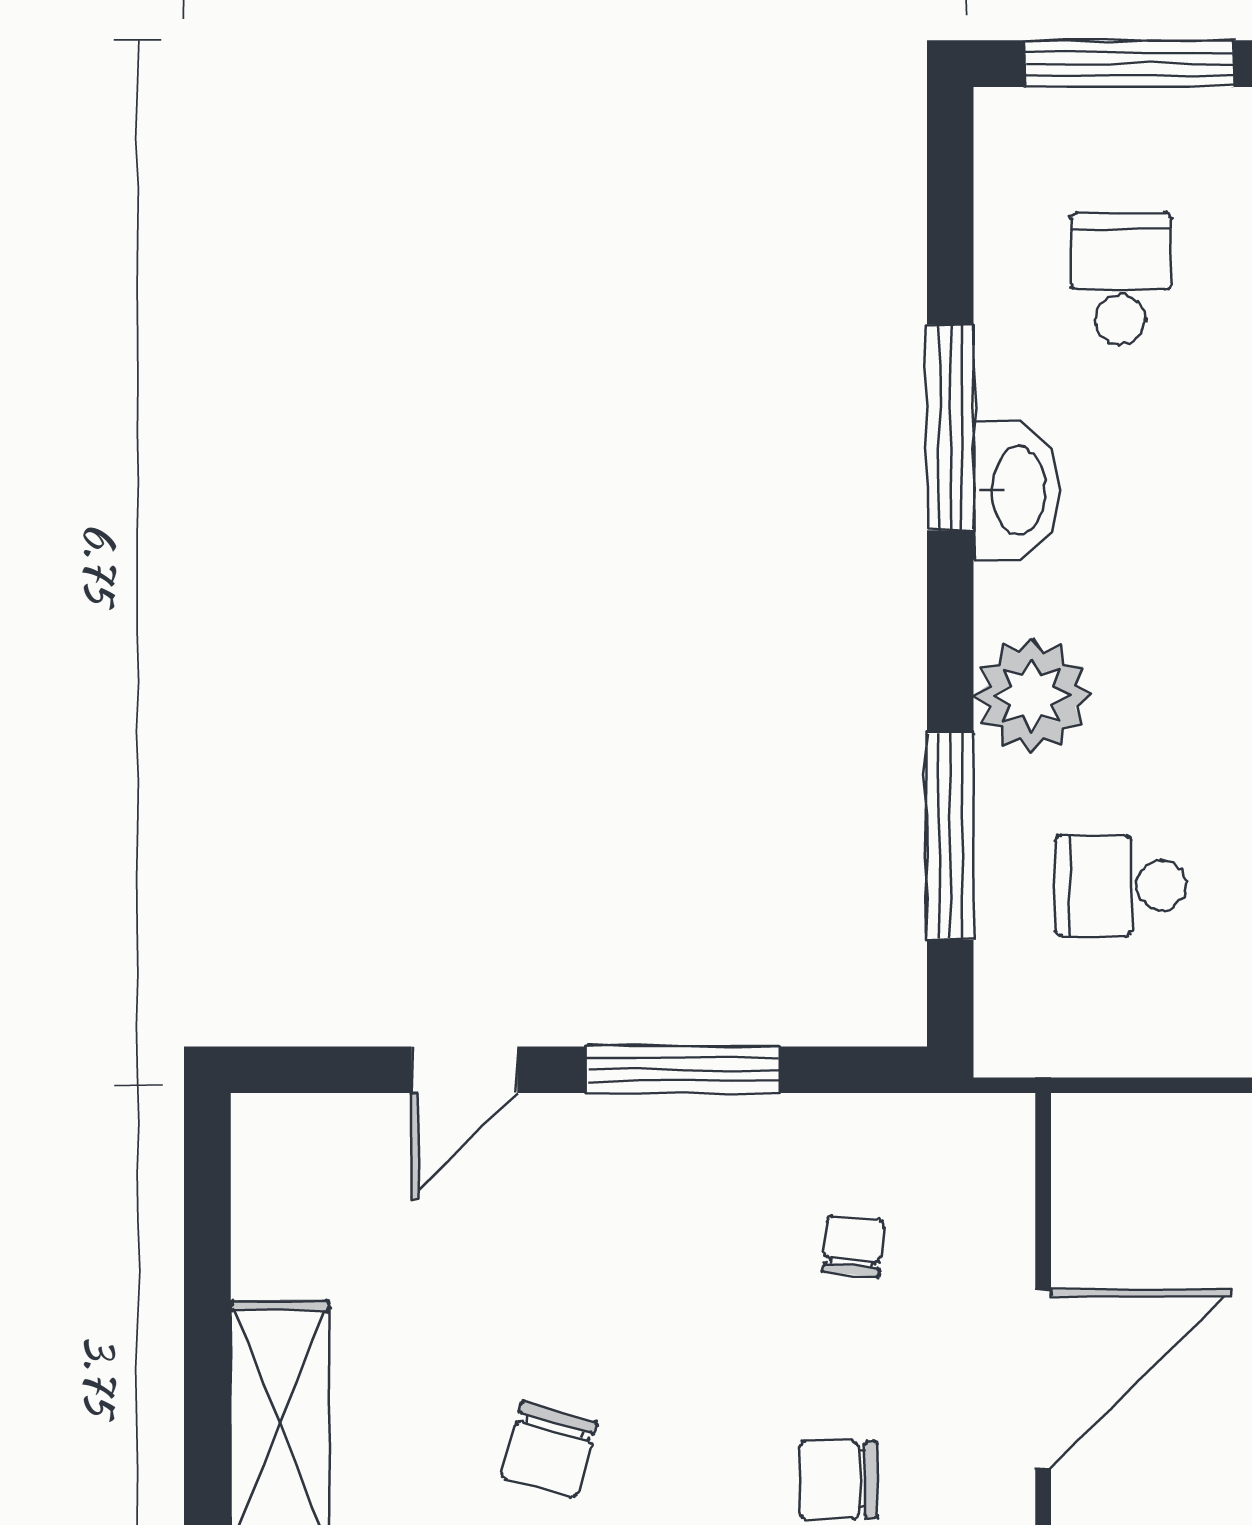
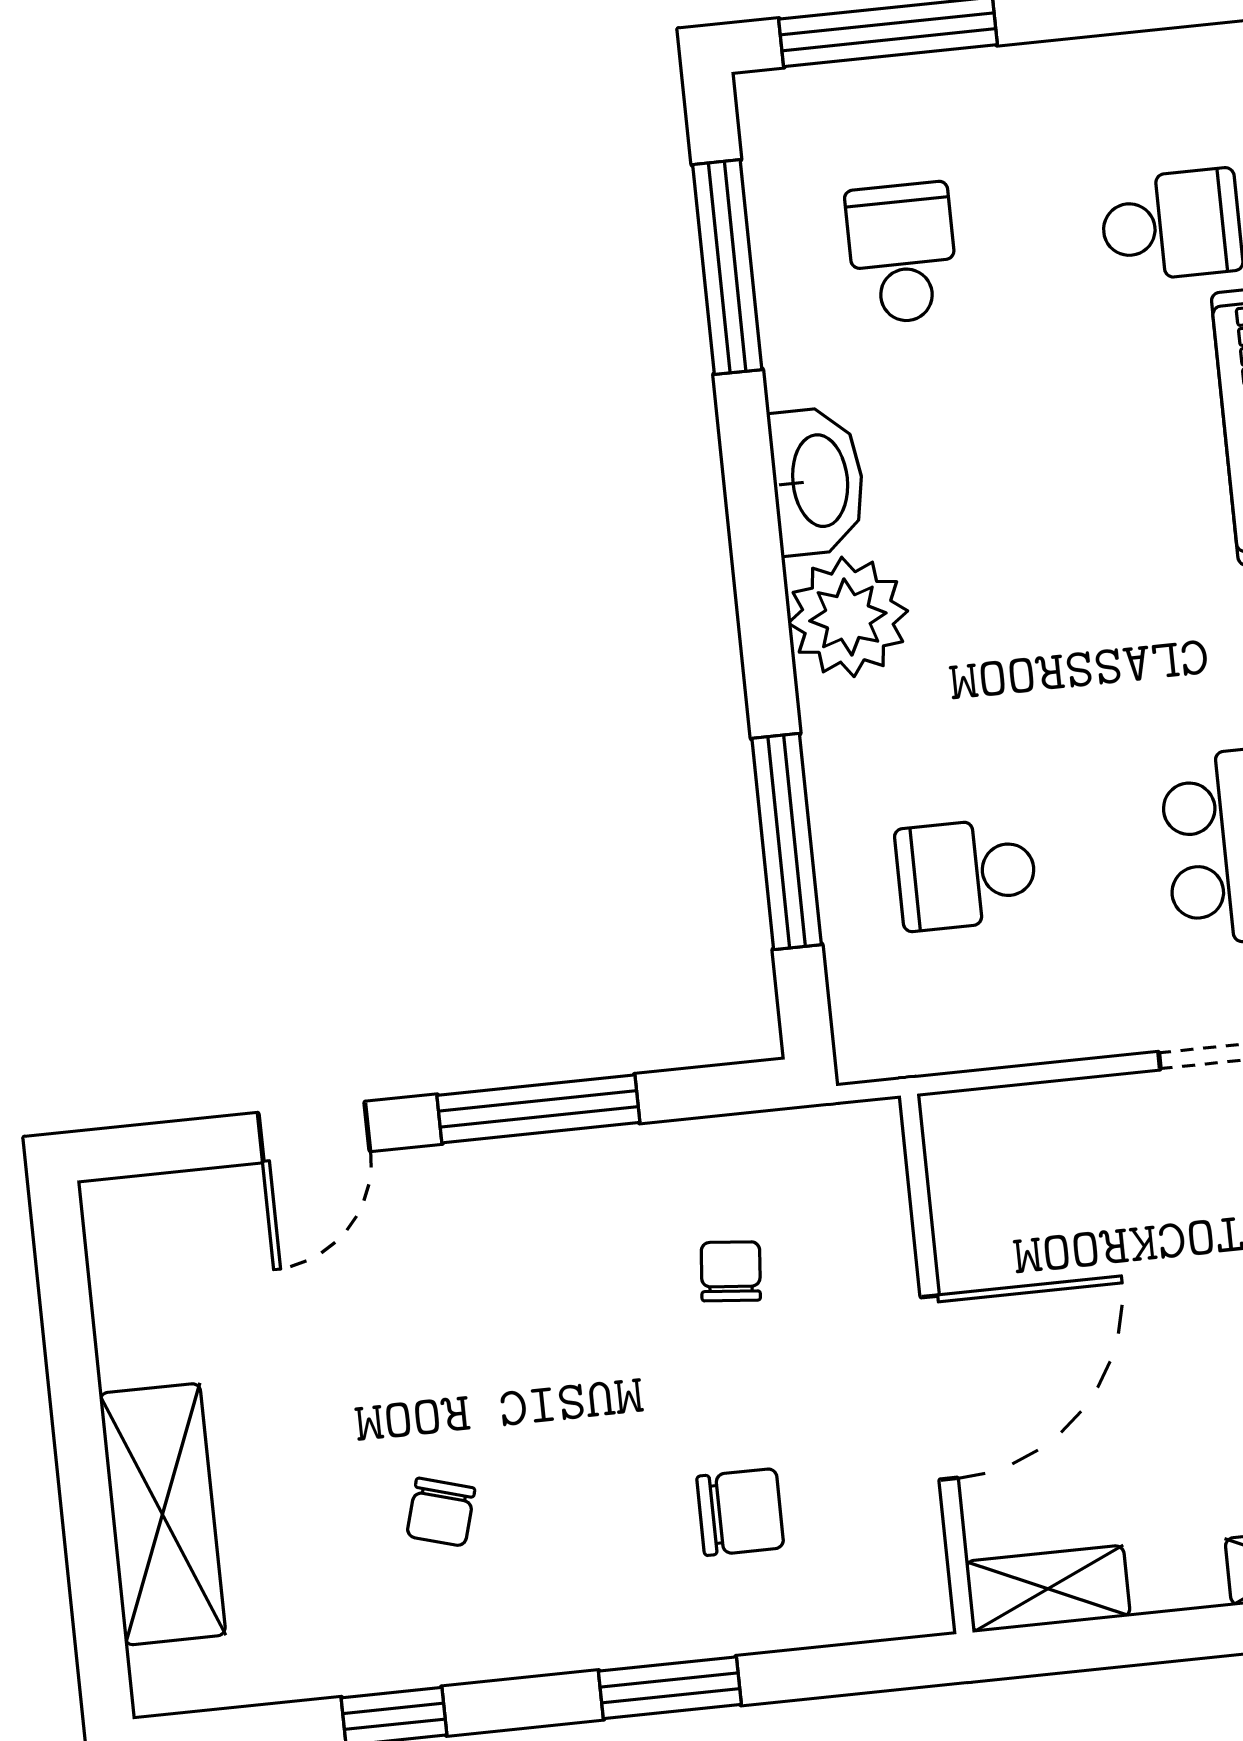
window: (950, 428) -> (727, 267), moved
plant: (1032, 696) -> (848, 617), moved
chair: (549, 1450) -> (441, 1512), width x0.73, depth x0.73
chair: (838, 1480) -> (740, 1512), turned 180

